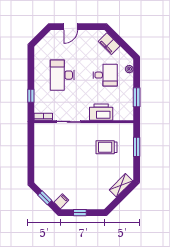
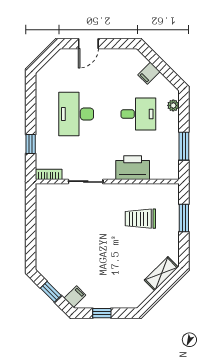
filing cabinet: (109, 44) -> (149, 73), width x0.50

